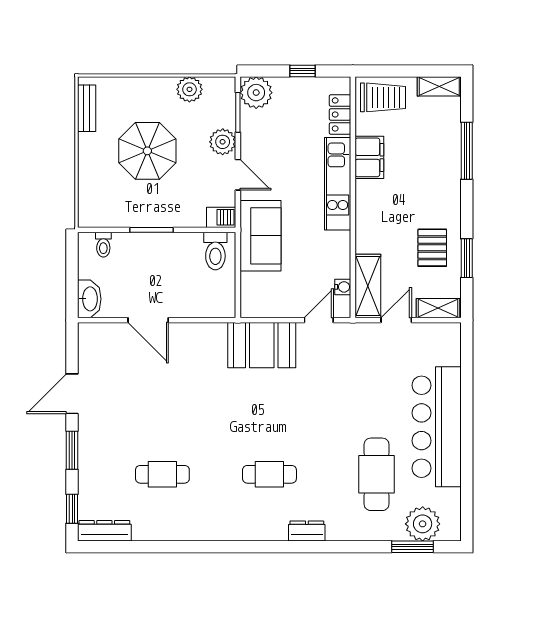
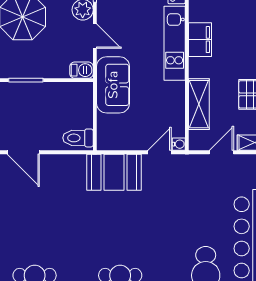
filing cabinet: (369, 157) -> (200, 40), moved
toilet: (215, 251) -> (78, 138), moved, turned 90
shelving: (368, 286) -> (199, 104), moved
water cooler: (343, 287) -> (179, 144), moved

